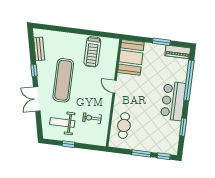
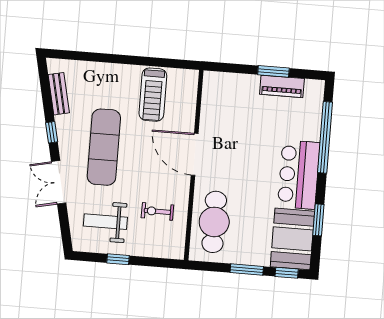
piano: (178, 52) -> (282, 86), moved
booth: (131, 57) -> (292, 239), moved
door: (115, 87) -> (195, 154), width x1.87
cafe table: (124, 126) -> (214, 222), width x1.37, depth x1.35

